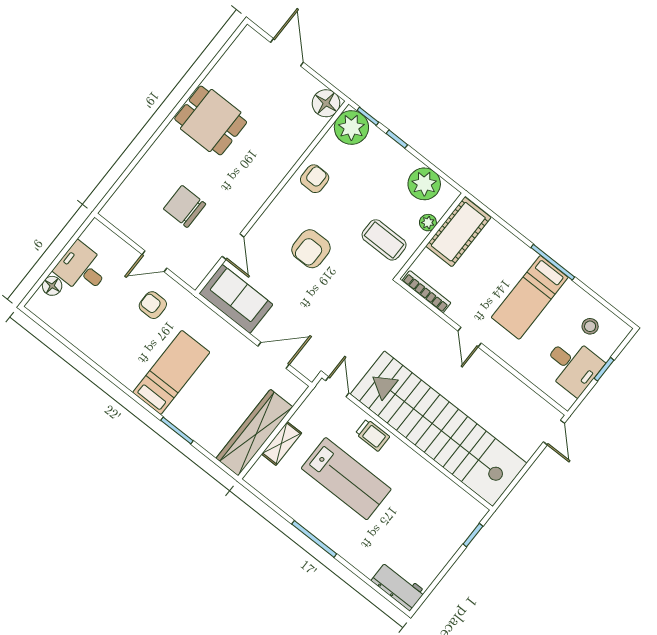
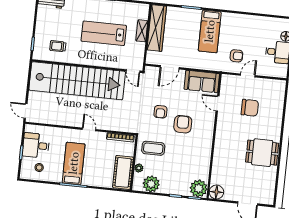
armchair: (315, 179) -> (160, 112), moved
trolley: (372, 435) -> (58, 46), moved

